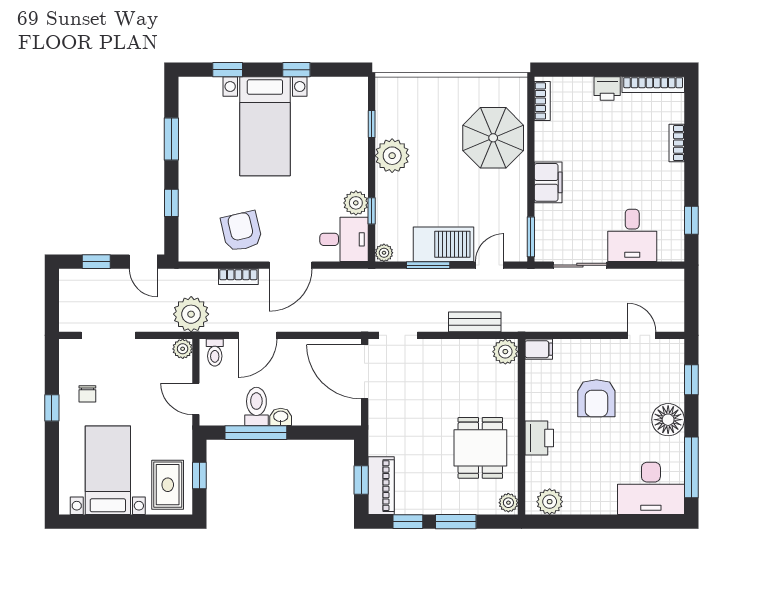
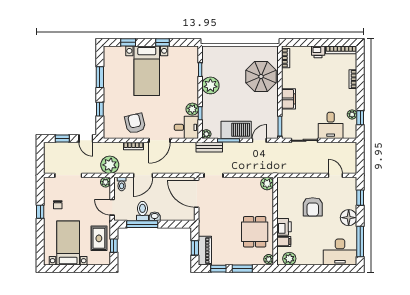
plant: (675, 214) -> (352, 114), added
bench: (475, 322) -> (209, 147), moved
filing cabinet: (539, 349) -> (284, 241), moved
rug: (168, 485) -> (99, 238), moved

